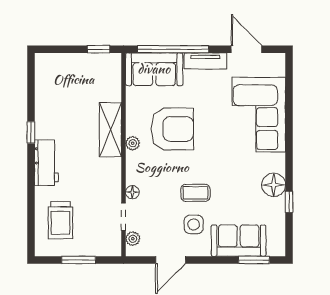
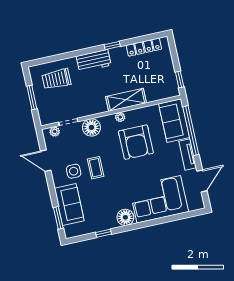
locker: (43, 89) -> (144, 47), added
floor lamp: (274, 185) -> (125, 217), moved
floor lamp: (132, 192) -> (91, 127), width x1.89, depth x1.89

